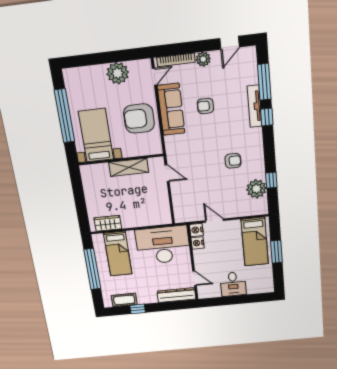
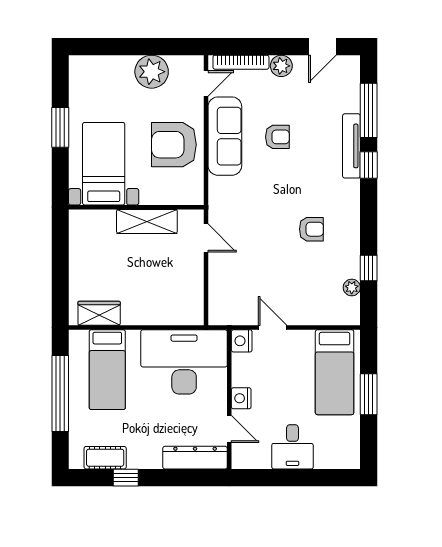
armchair: (205, 106) -> (277, 137), turned 180
window: (64, 116) -> (60, 127), width x0.47
plant: (256, 189) -> (352, 288), width x0.53, depth x0.53
nightstand: (198, 243) -> (241, 398), moved

